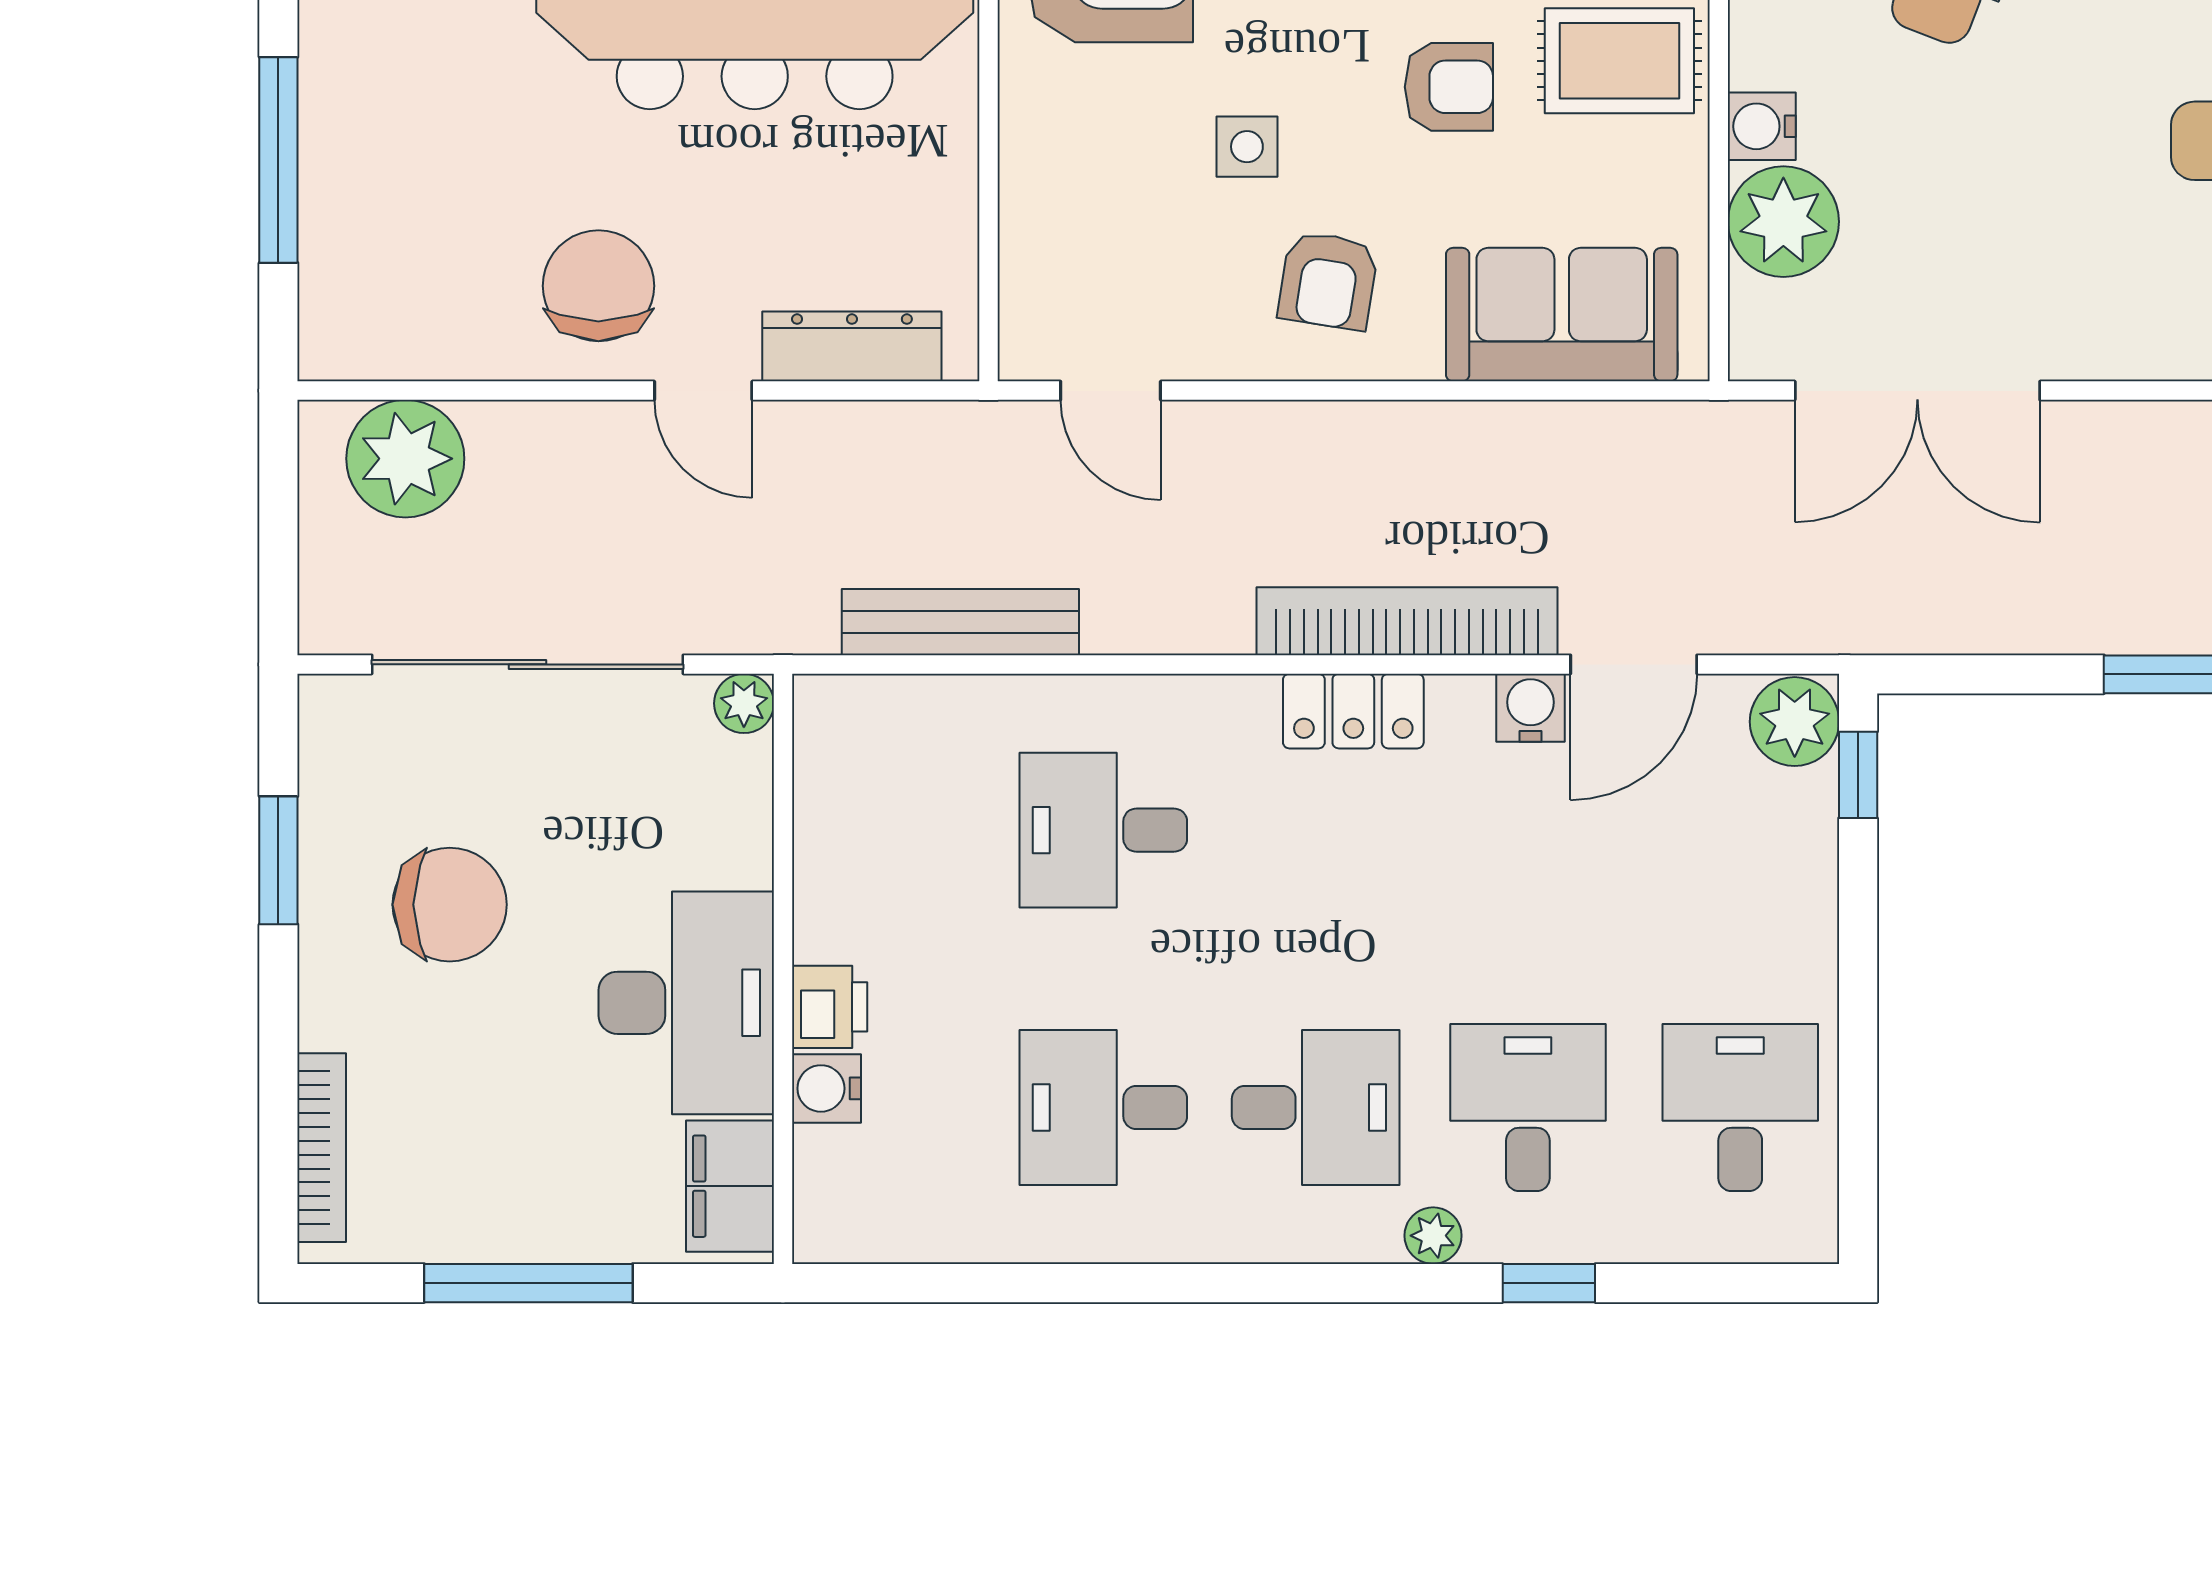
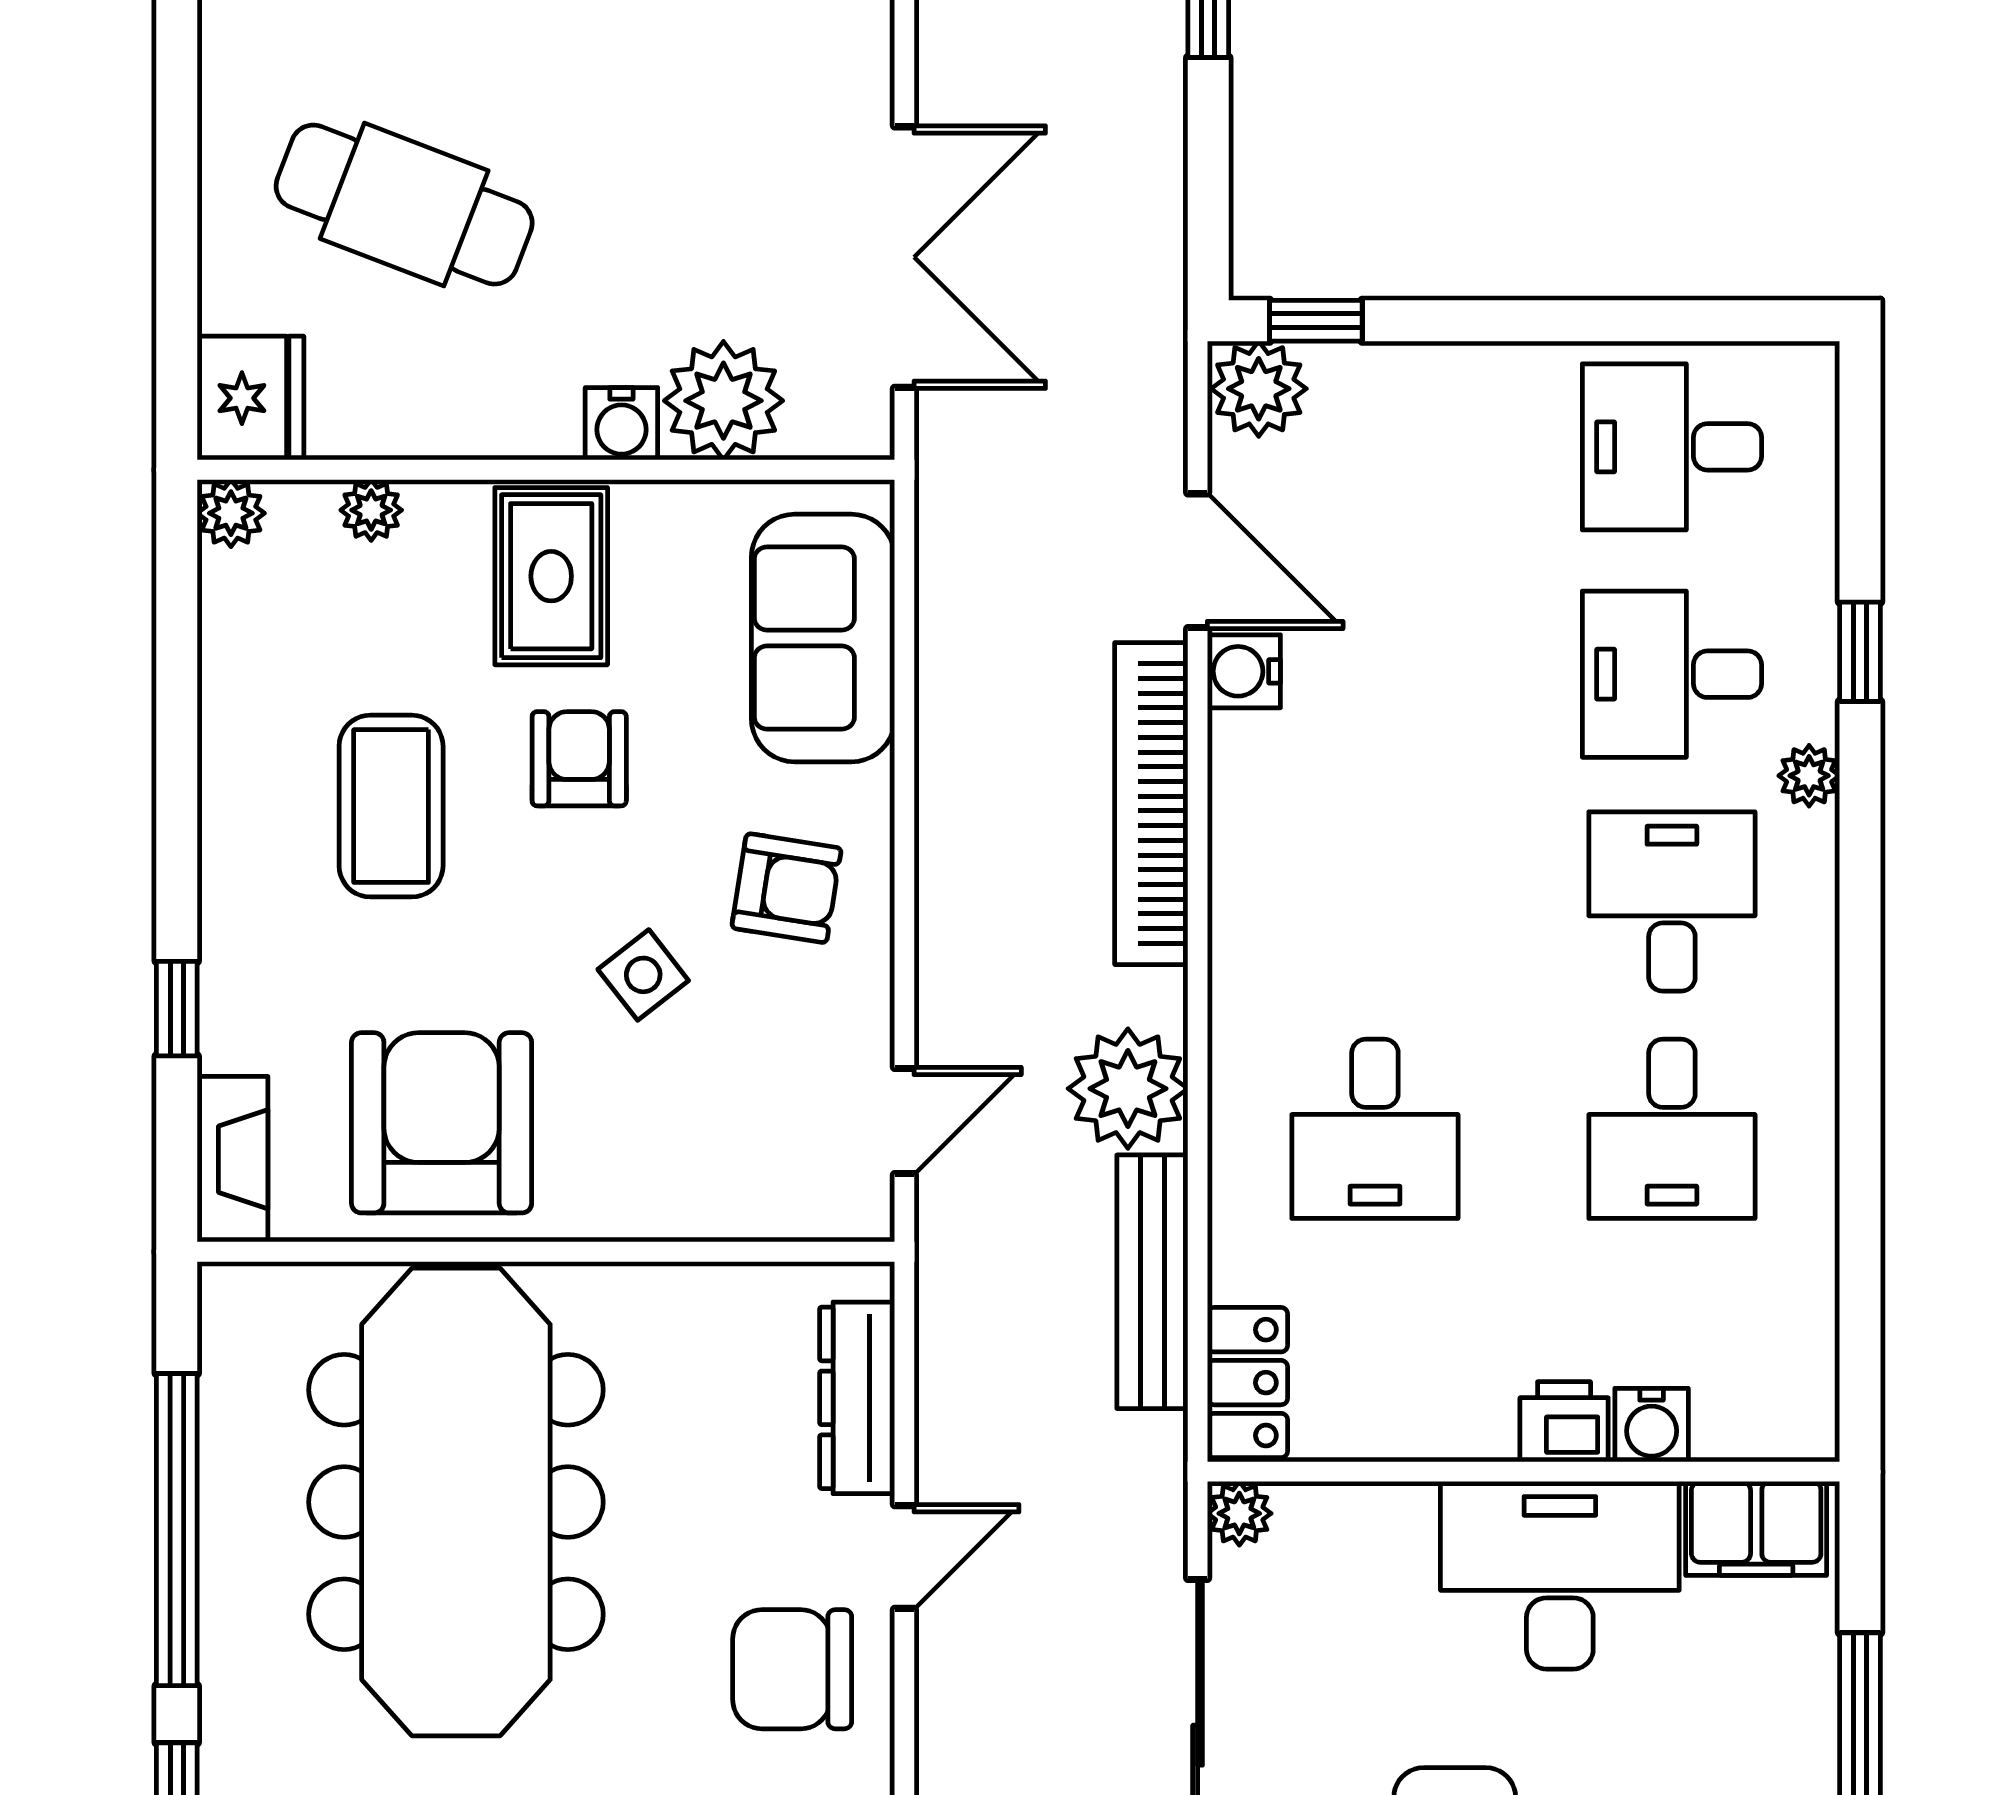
side table: (1247, 147) -> (643, 975), turned -38
plant: (1141, 599) -> (1128, 1089), added
locker: (1353, 711) -> (1247, 1383), moved

